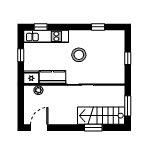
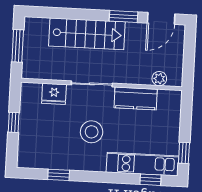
window: (21, 55) -> (184, 153), moved
fridge: (31, 77) -> (54, 94), moved
stairs: (101, 116) -> (87, 34), moved
window: (93, 128) -> (124, 17), moved

